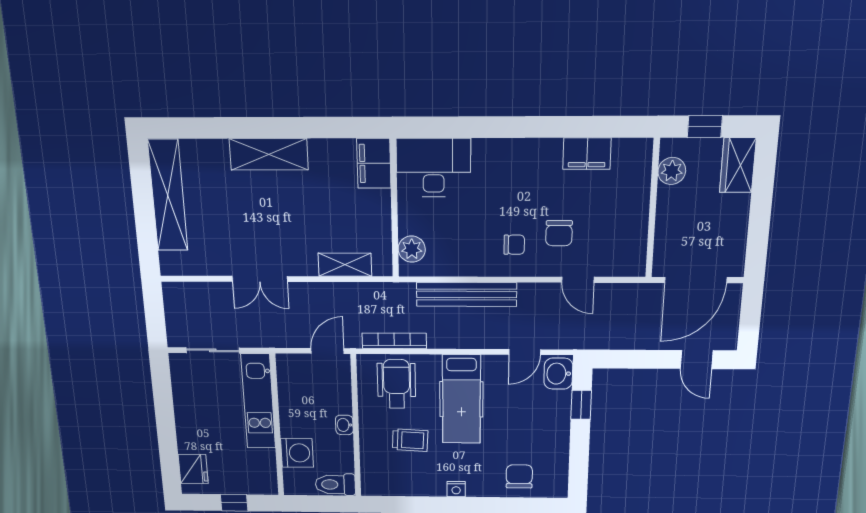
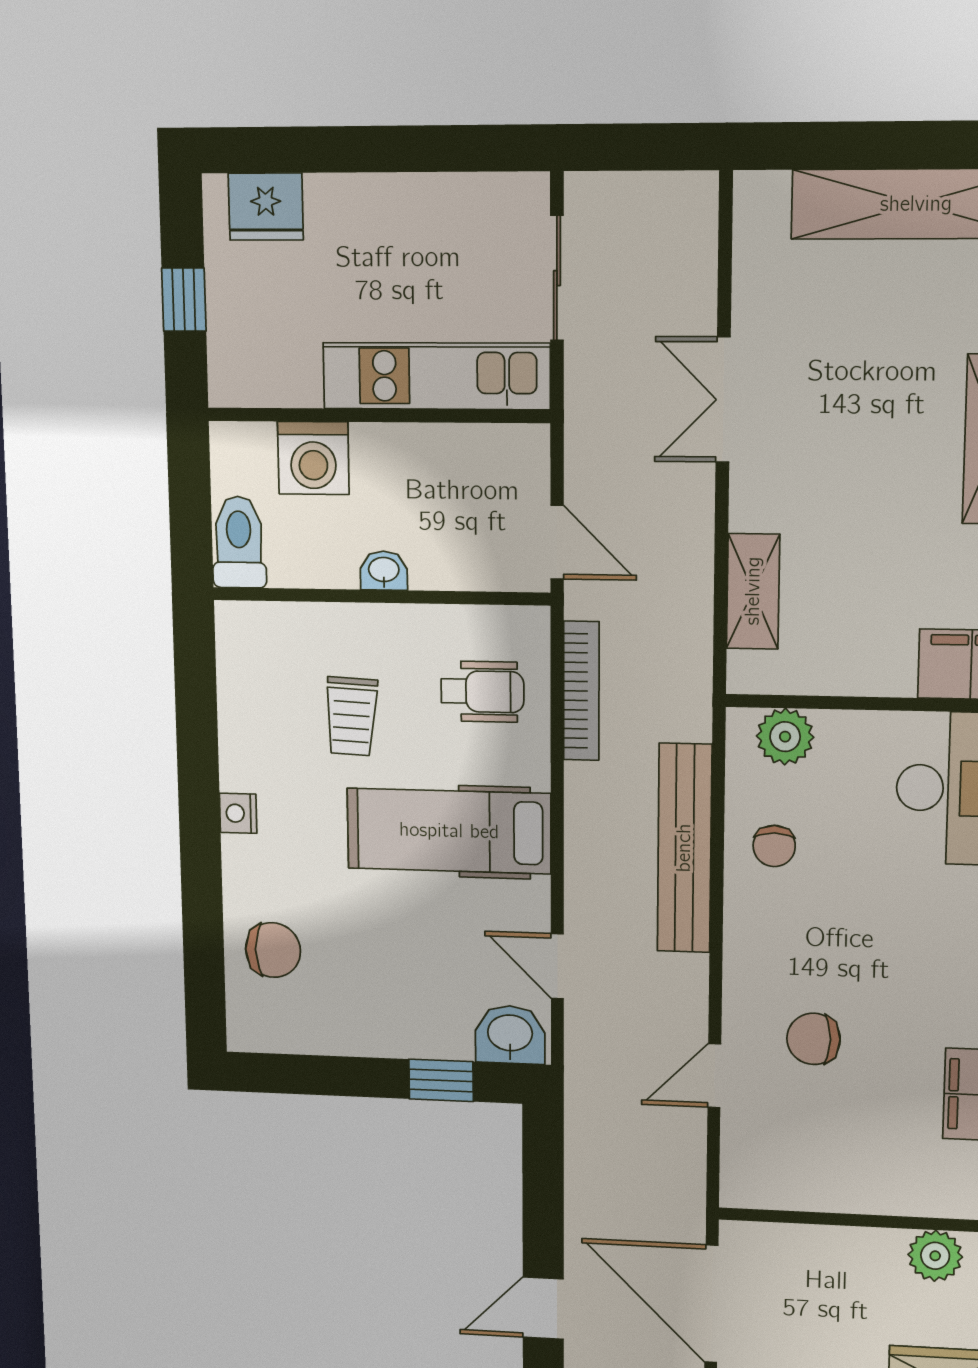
chair: (514, 245) -> (774, 846), moved
wheelchair: (397, 384) -> (482, 692), width x0.73, depth x0.73

